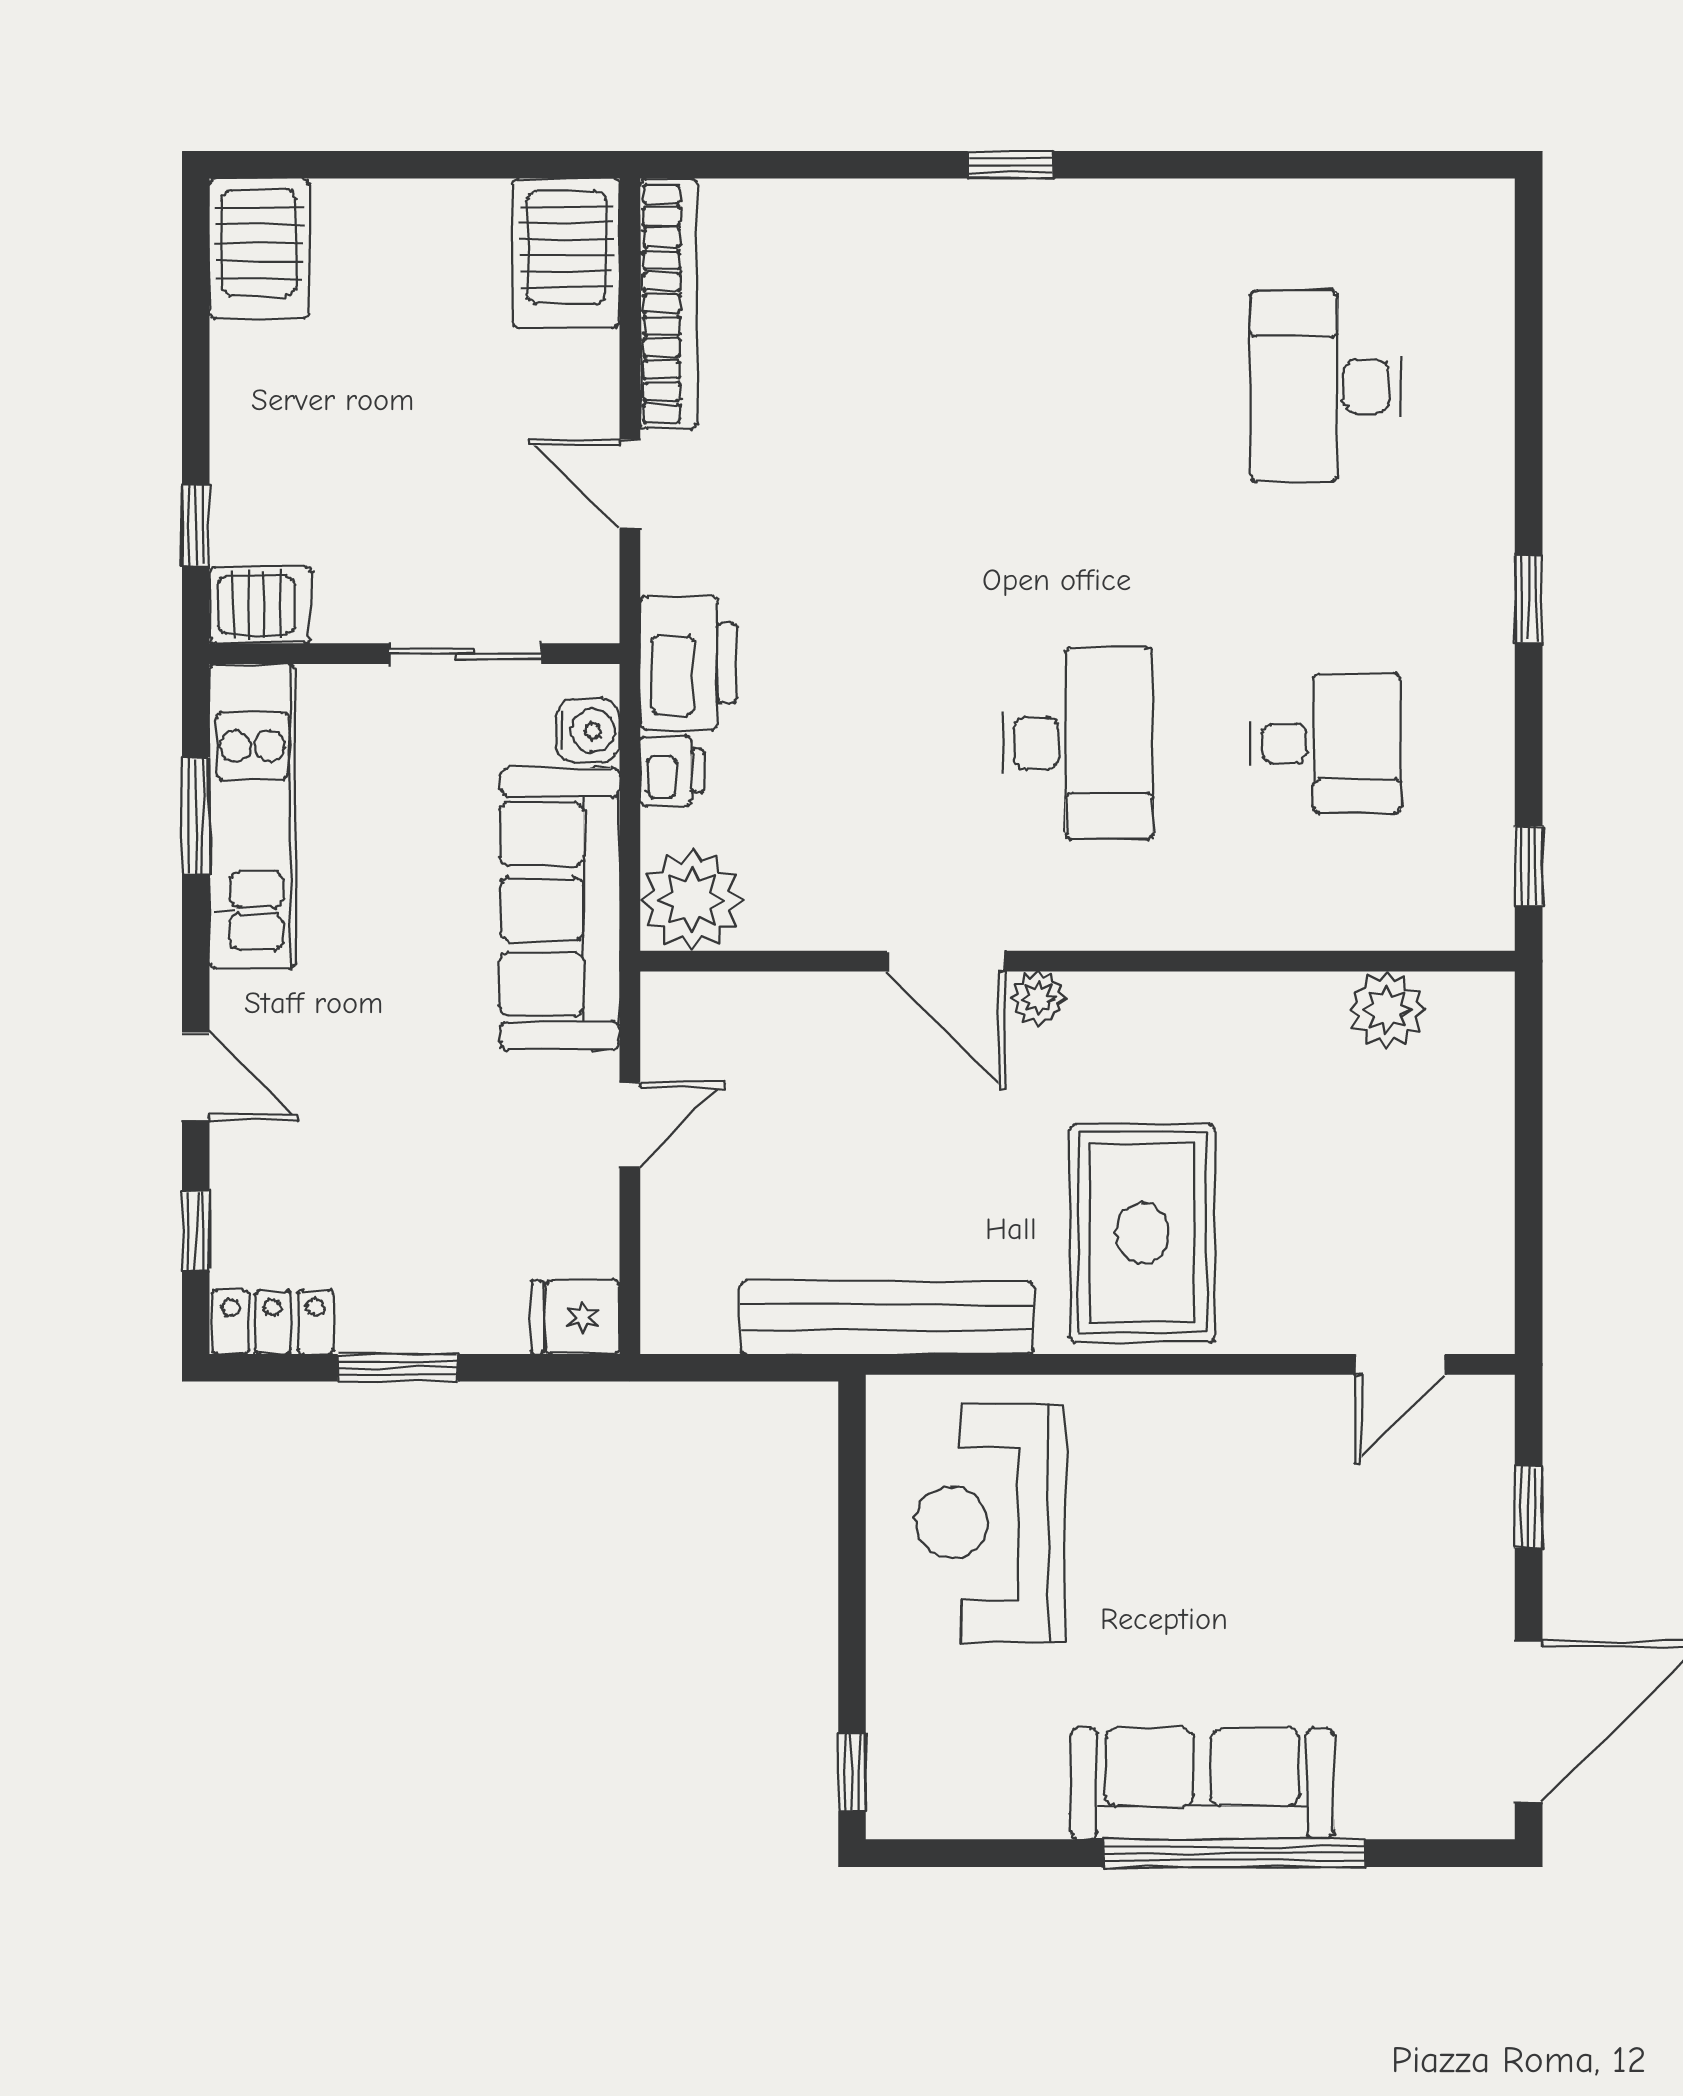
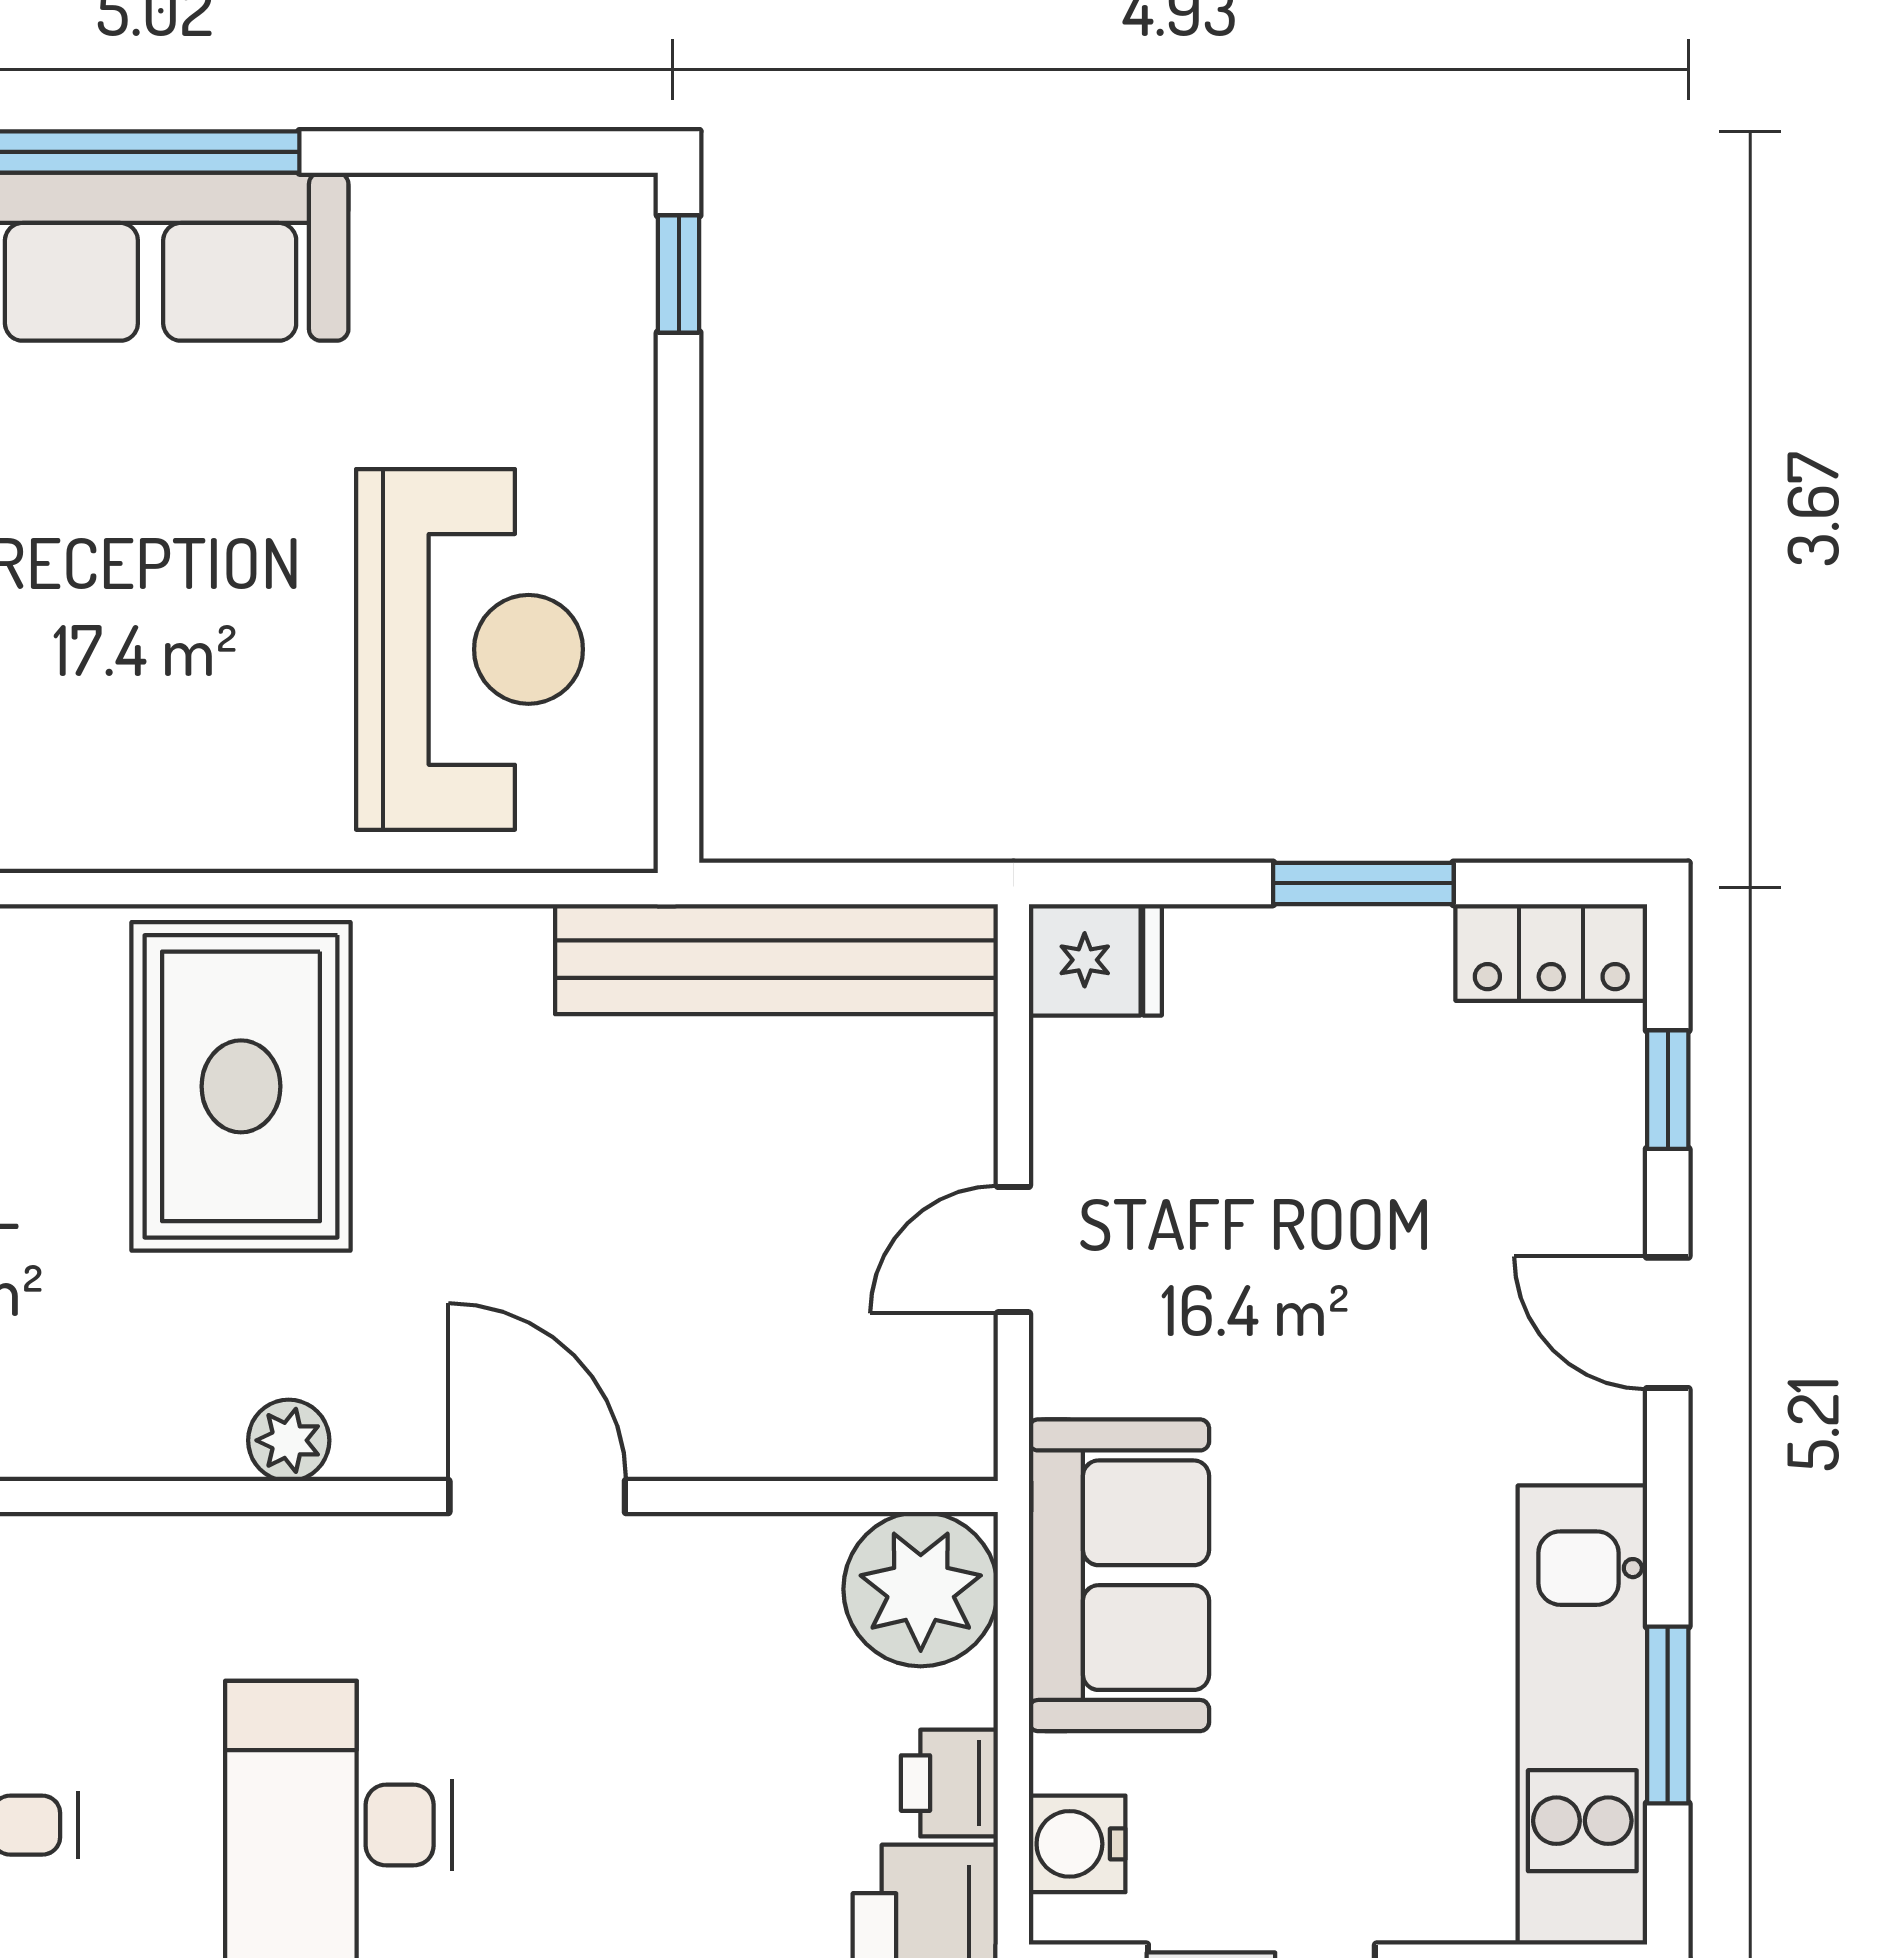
sofa: (560, 909) -> (1119, 1575), width x0.73
plant: (1038, 998) -> (289, 1440), moved
bench: (887, 1318) -> (777, 959), moved

